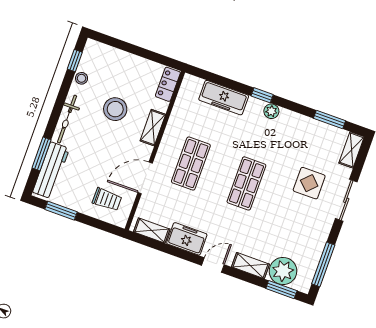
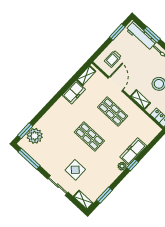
freezer: (224, 98) -> (133, 151), moved
door: (213, 265) -> (54, 100), removed
shelving: (250, 266) -> (45, 120), removed

